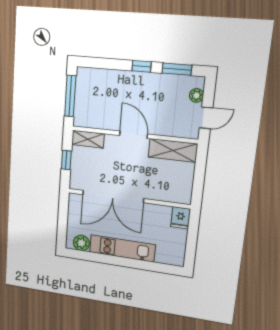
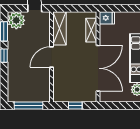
plant: (196, 95) -> (16, 20), width x1.88, depth x1.88
shelving: (88, 139) -> (91, 30), moved

